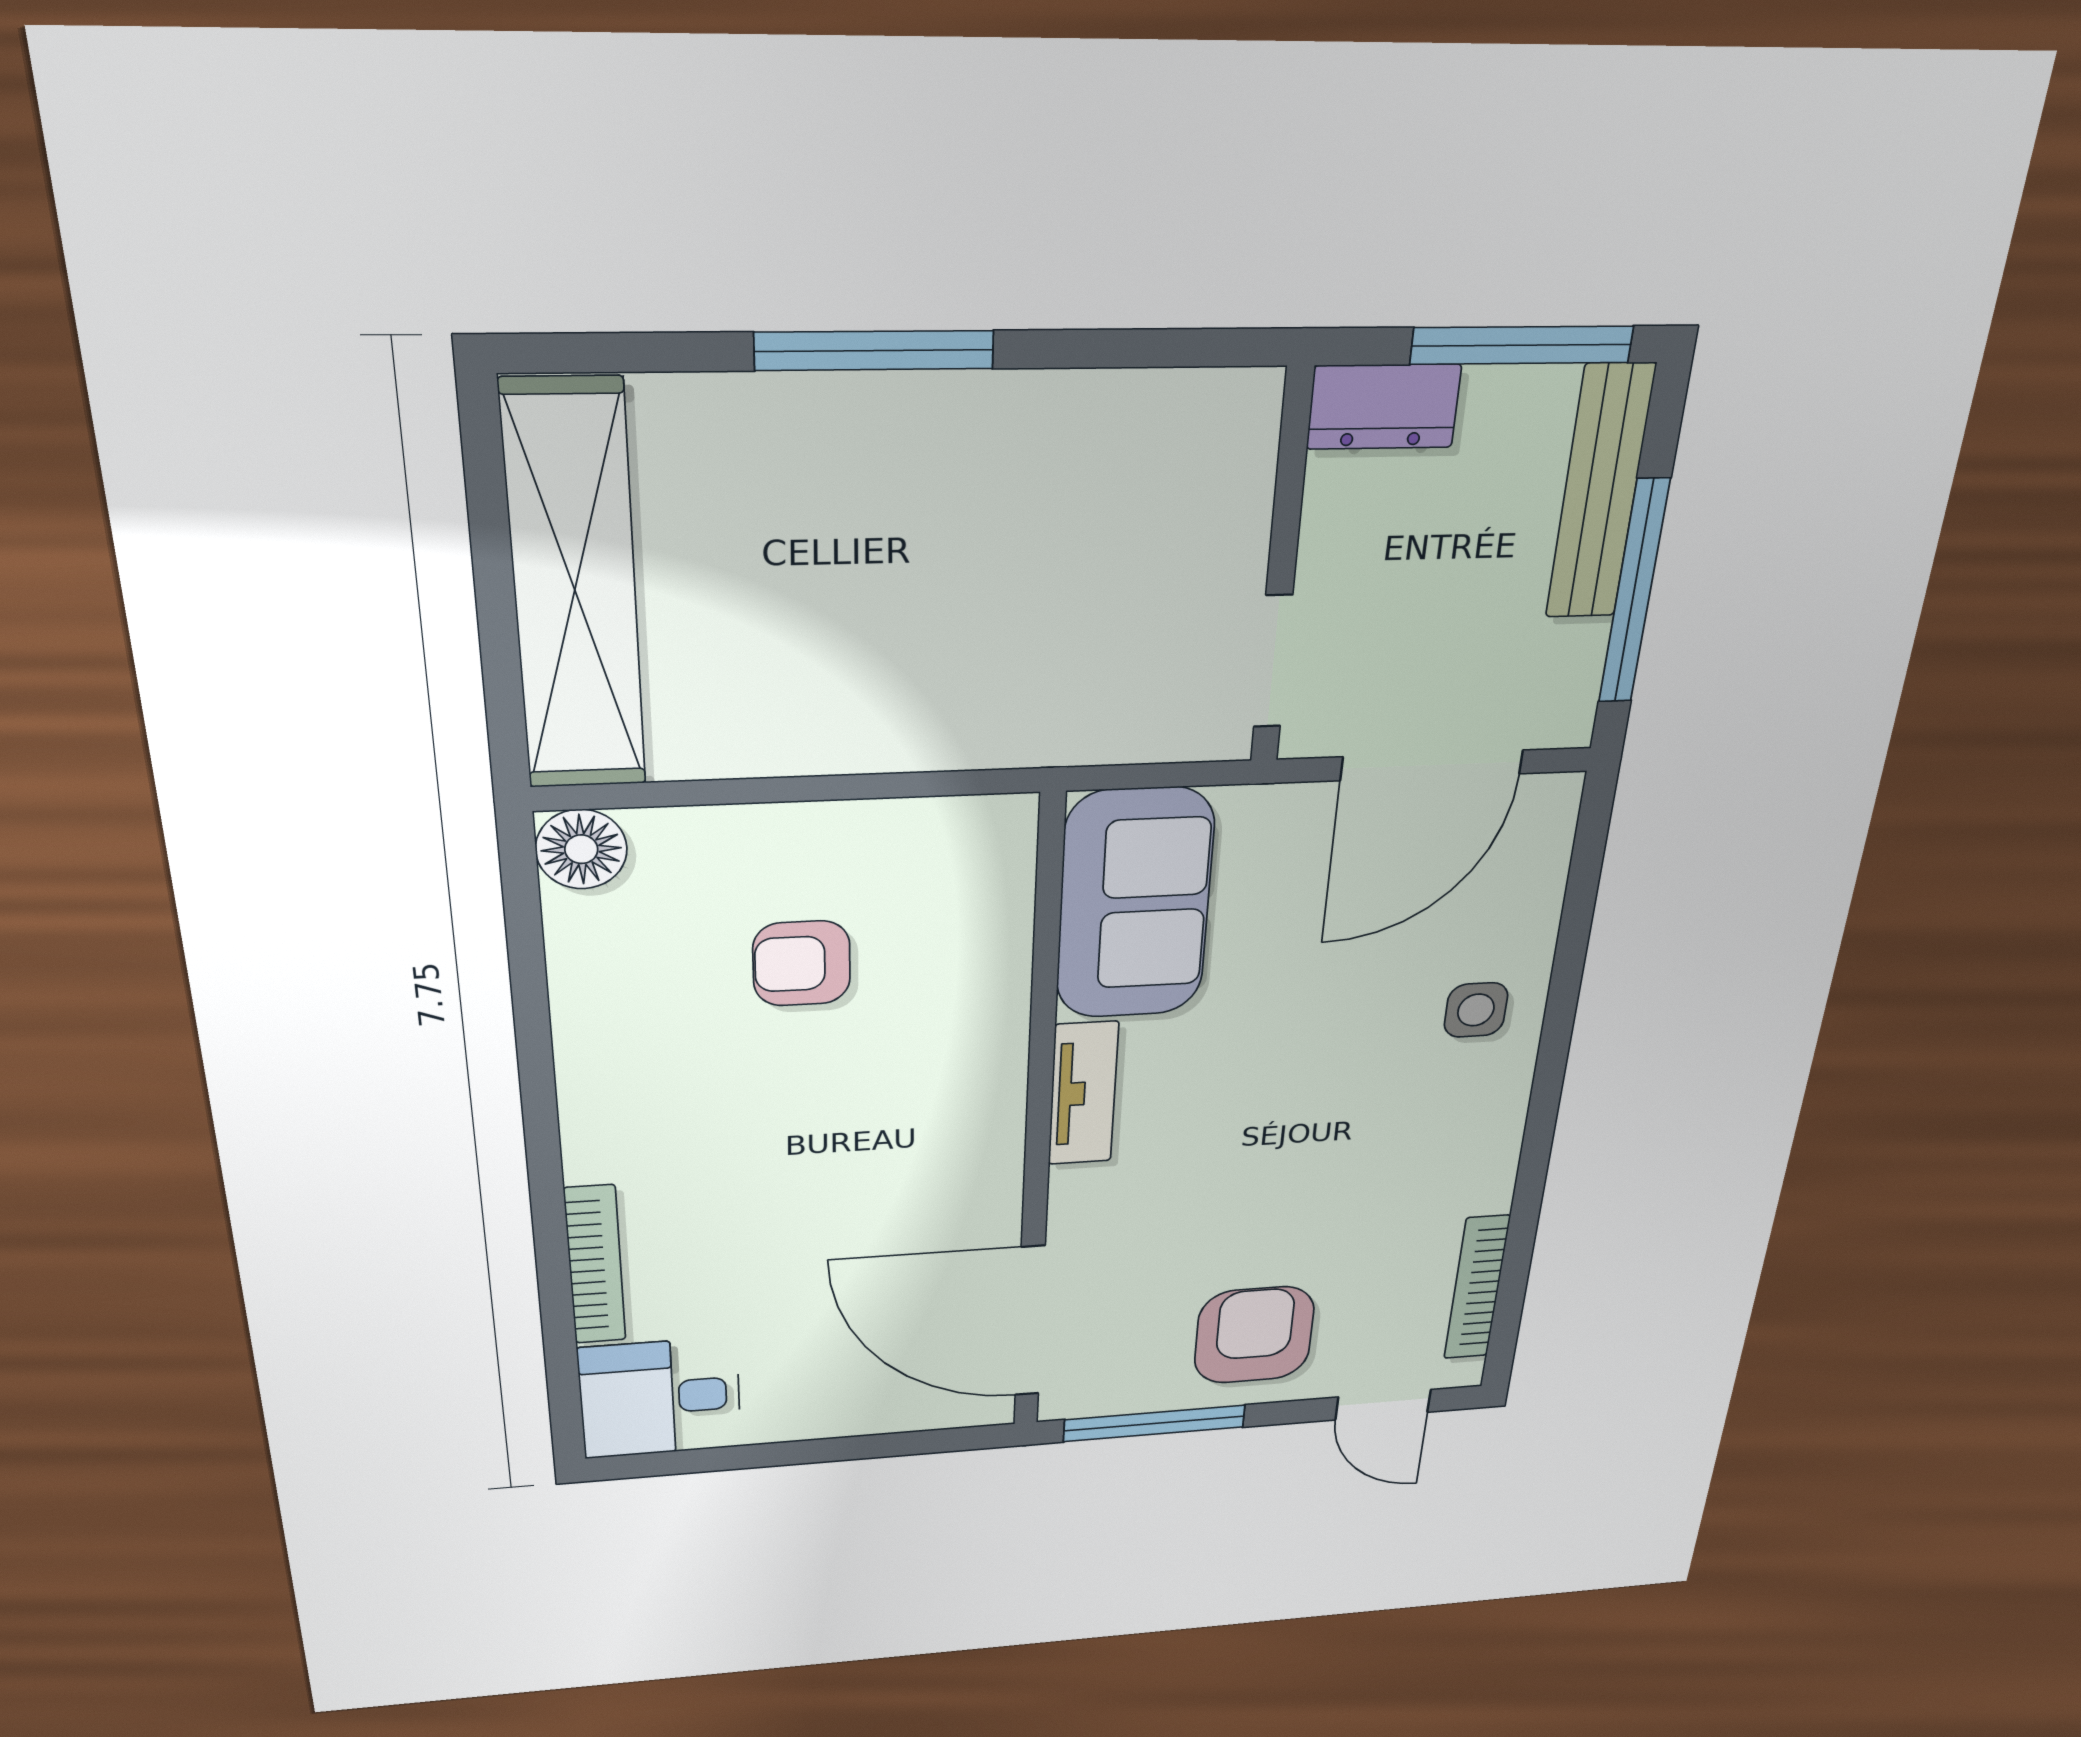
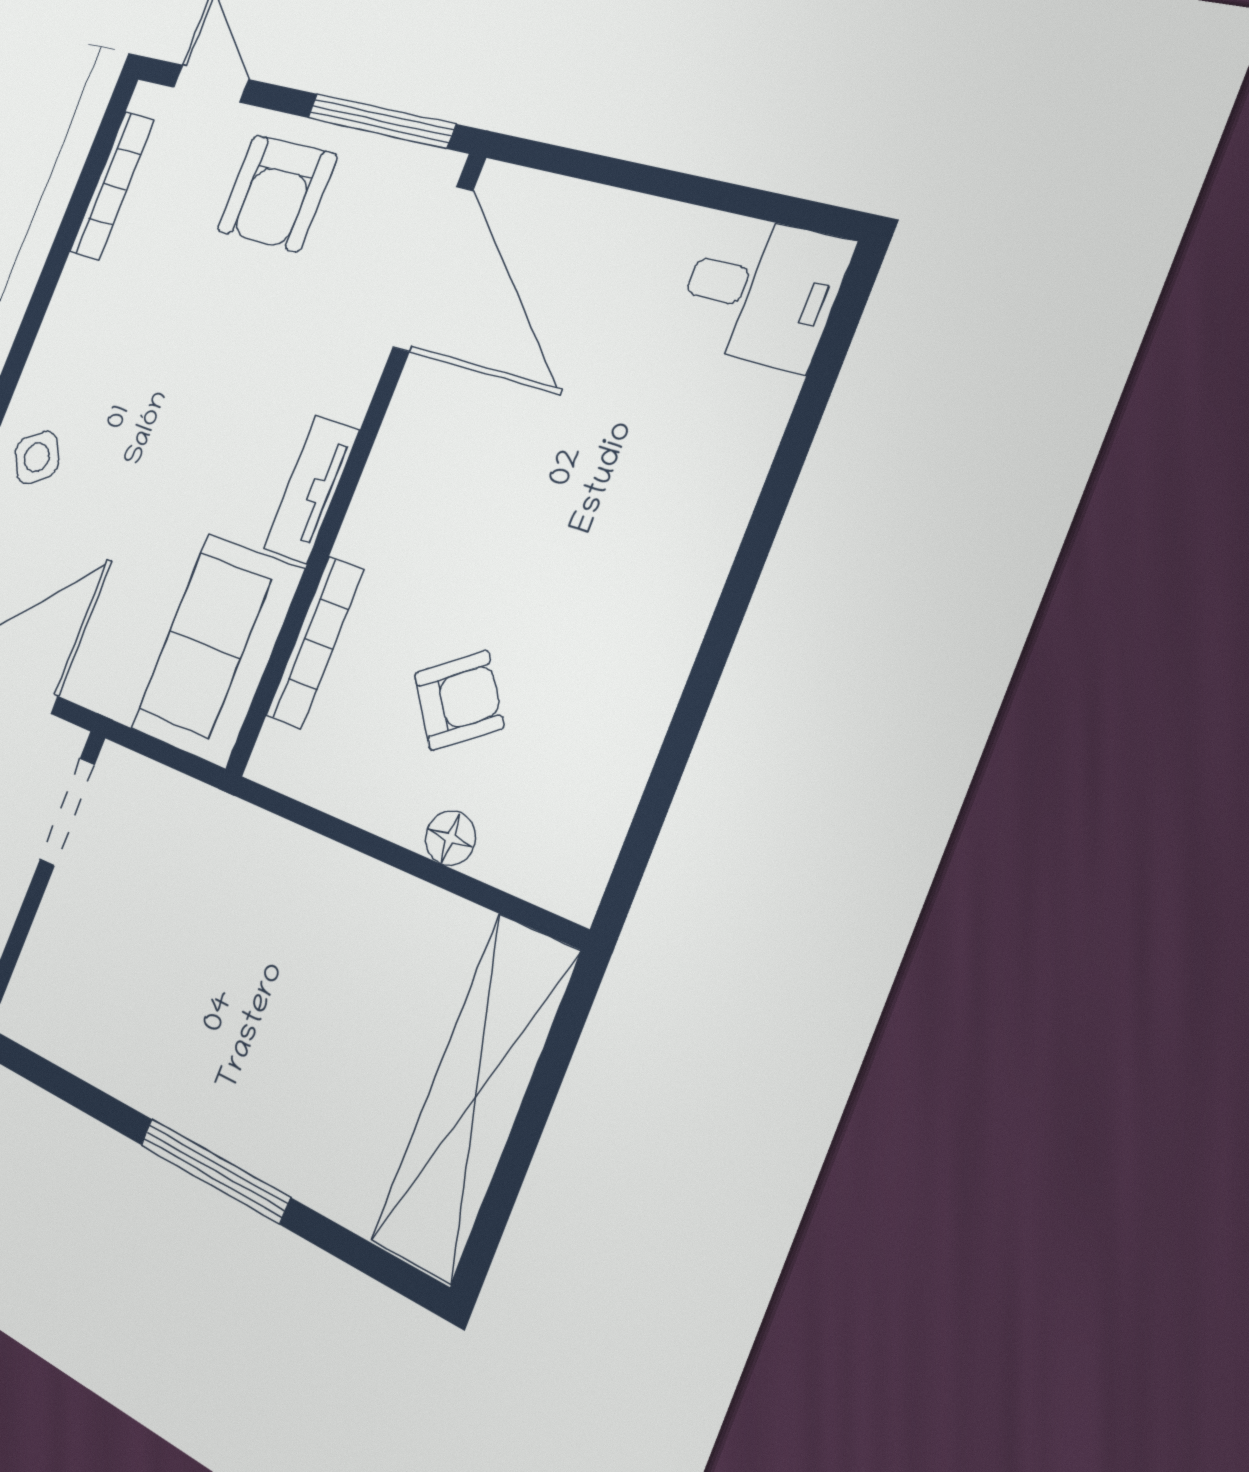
floor lamp: (581, 849) -> (450, 838), moved, width x0.73, depth x0.73
armchair: (802, 963) -> (459, 700), turned -36
side table: (1476, 1010) -> (37, 457), turned -33
bookcase: (595, 1265) -> (315, 643), moved, turned 180

